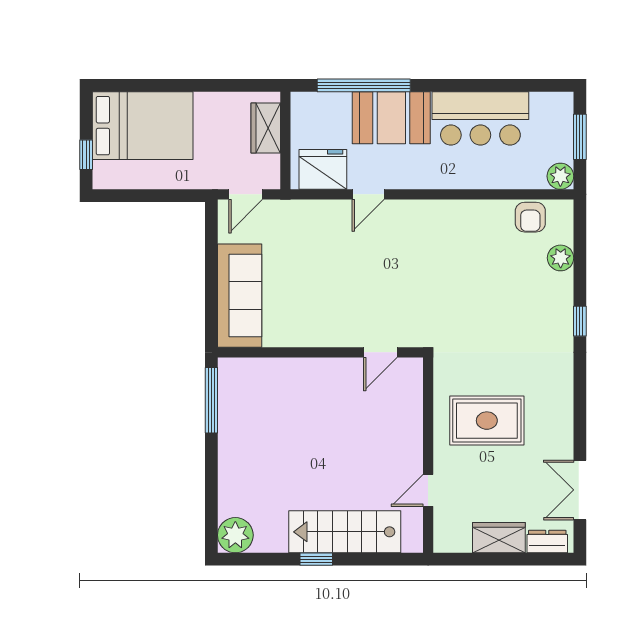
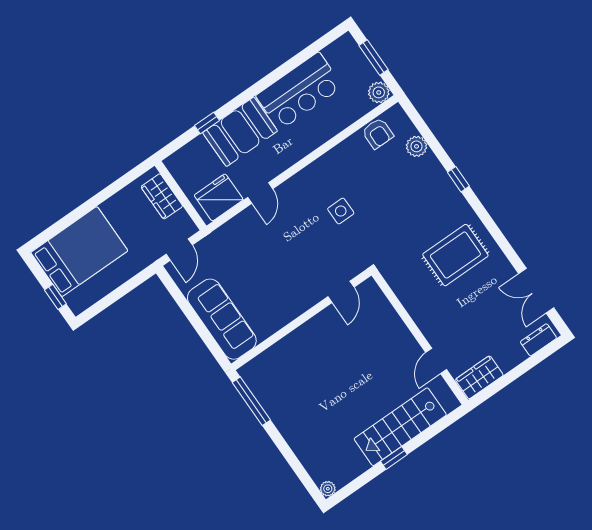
window: (364, 85) -> (207, 123), width x0.32
side table: (438, 270) -> (341, 211), added
rug: (487, 421) -> (455, 255), moved
plant: (235, 535) -> (328, 489), width x0.53, depth x0.53
wardrobe: (499, 538) -> (479, 377), moved

